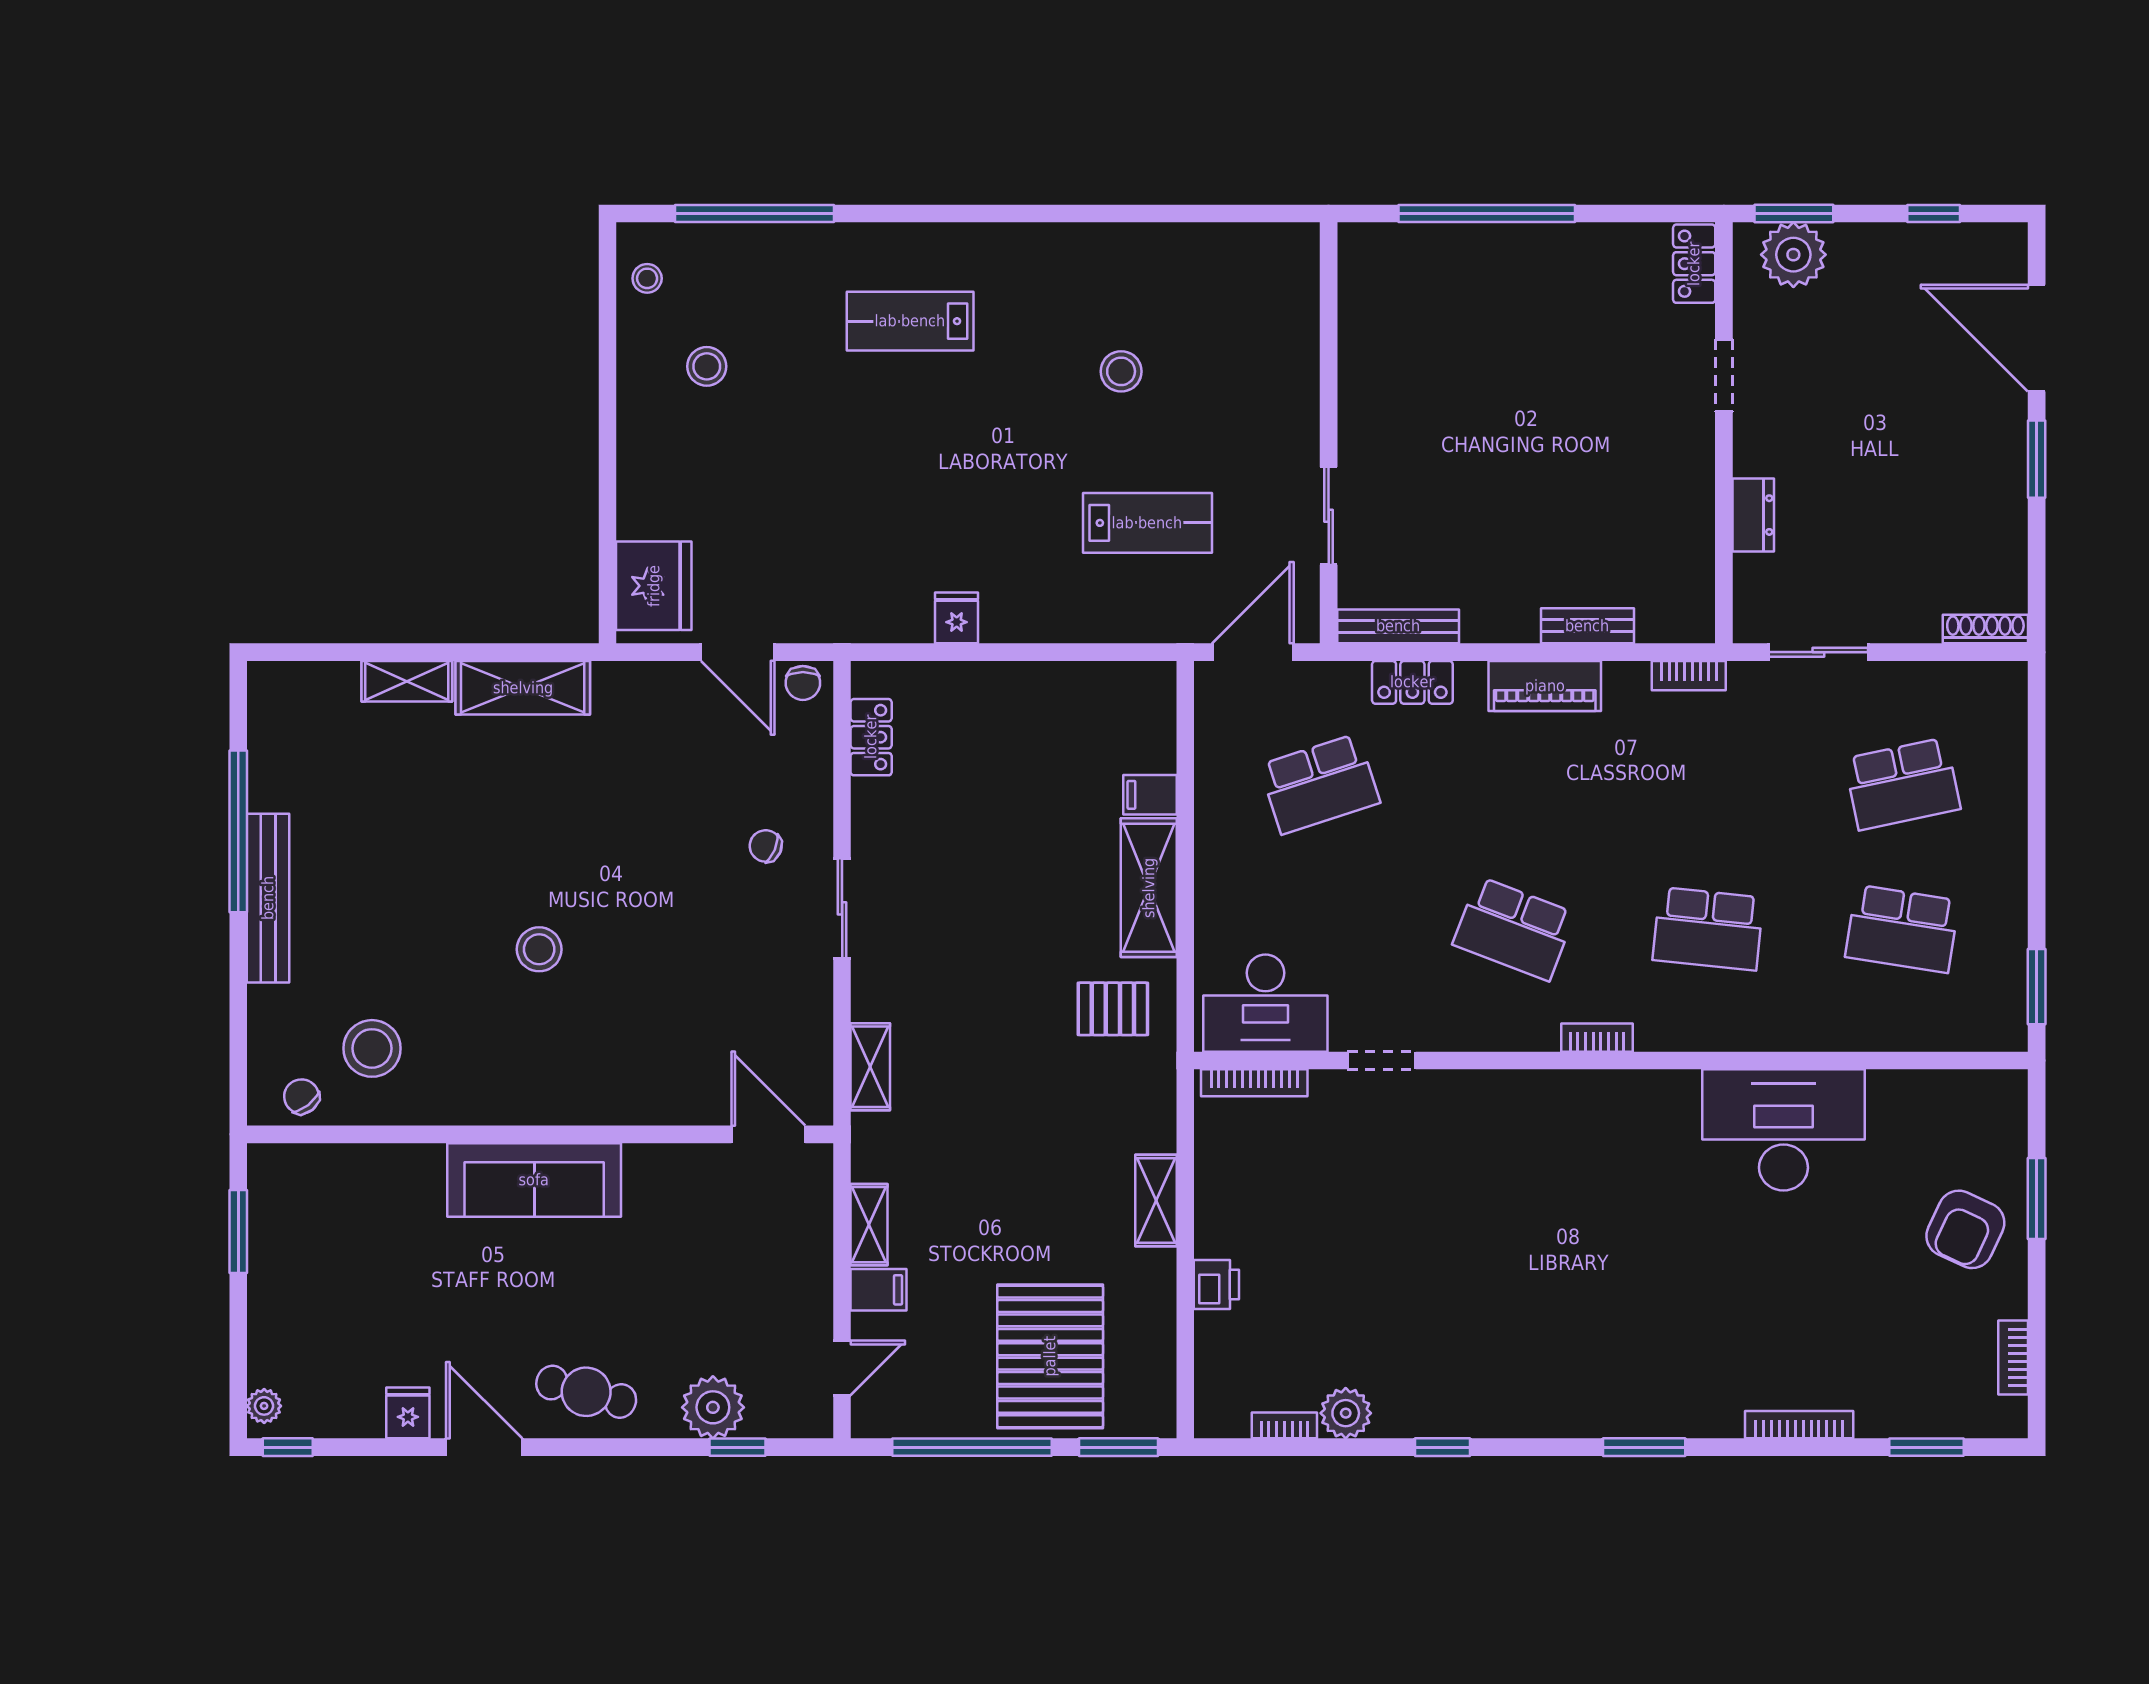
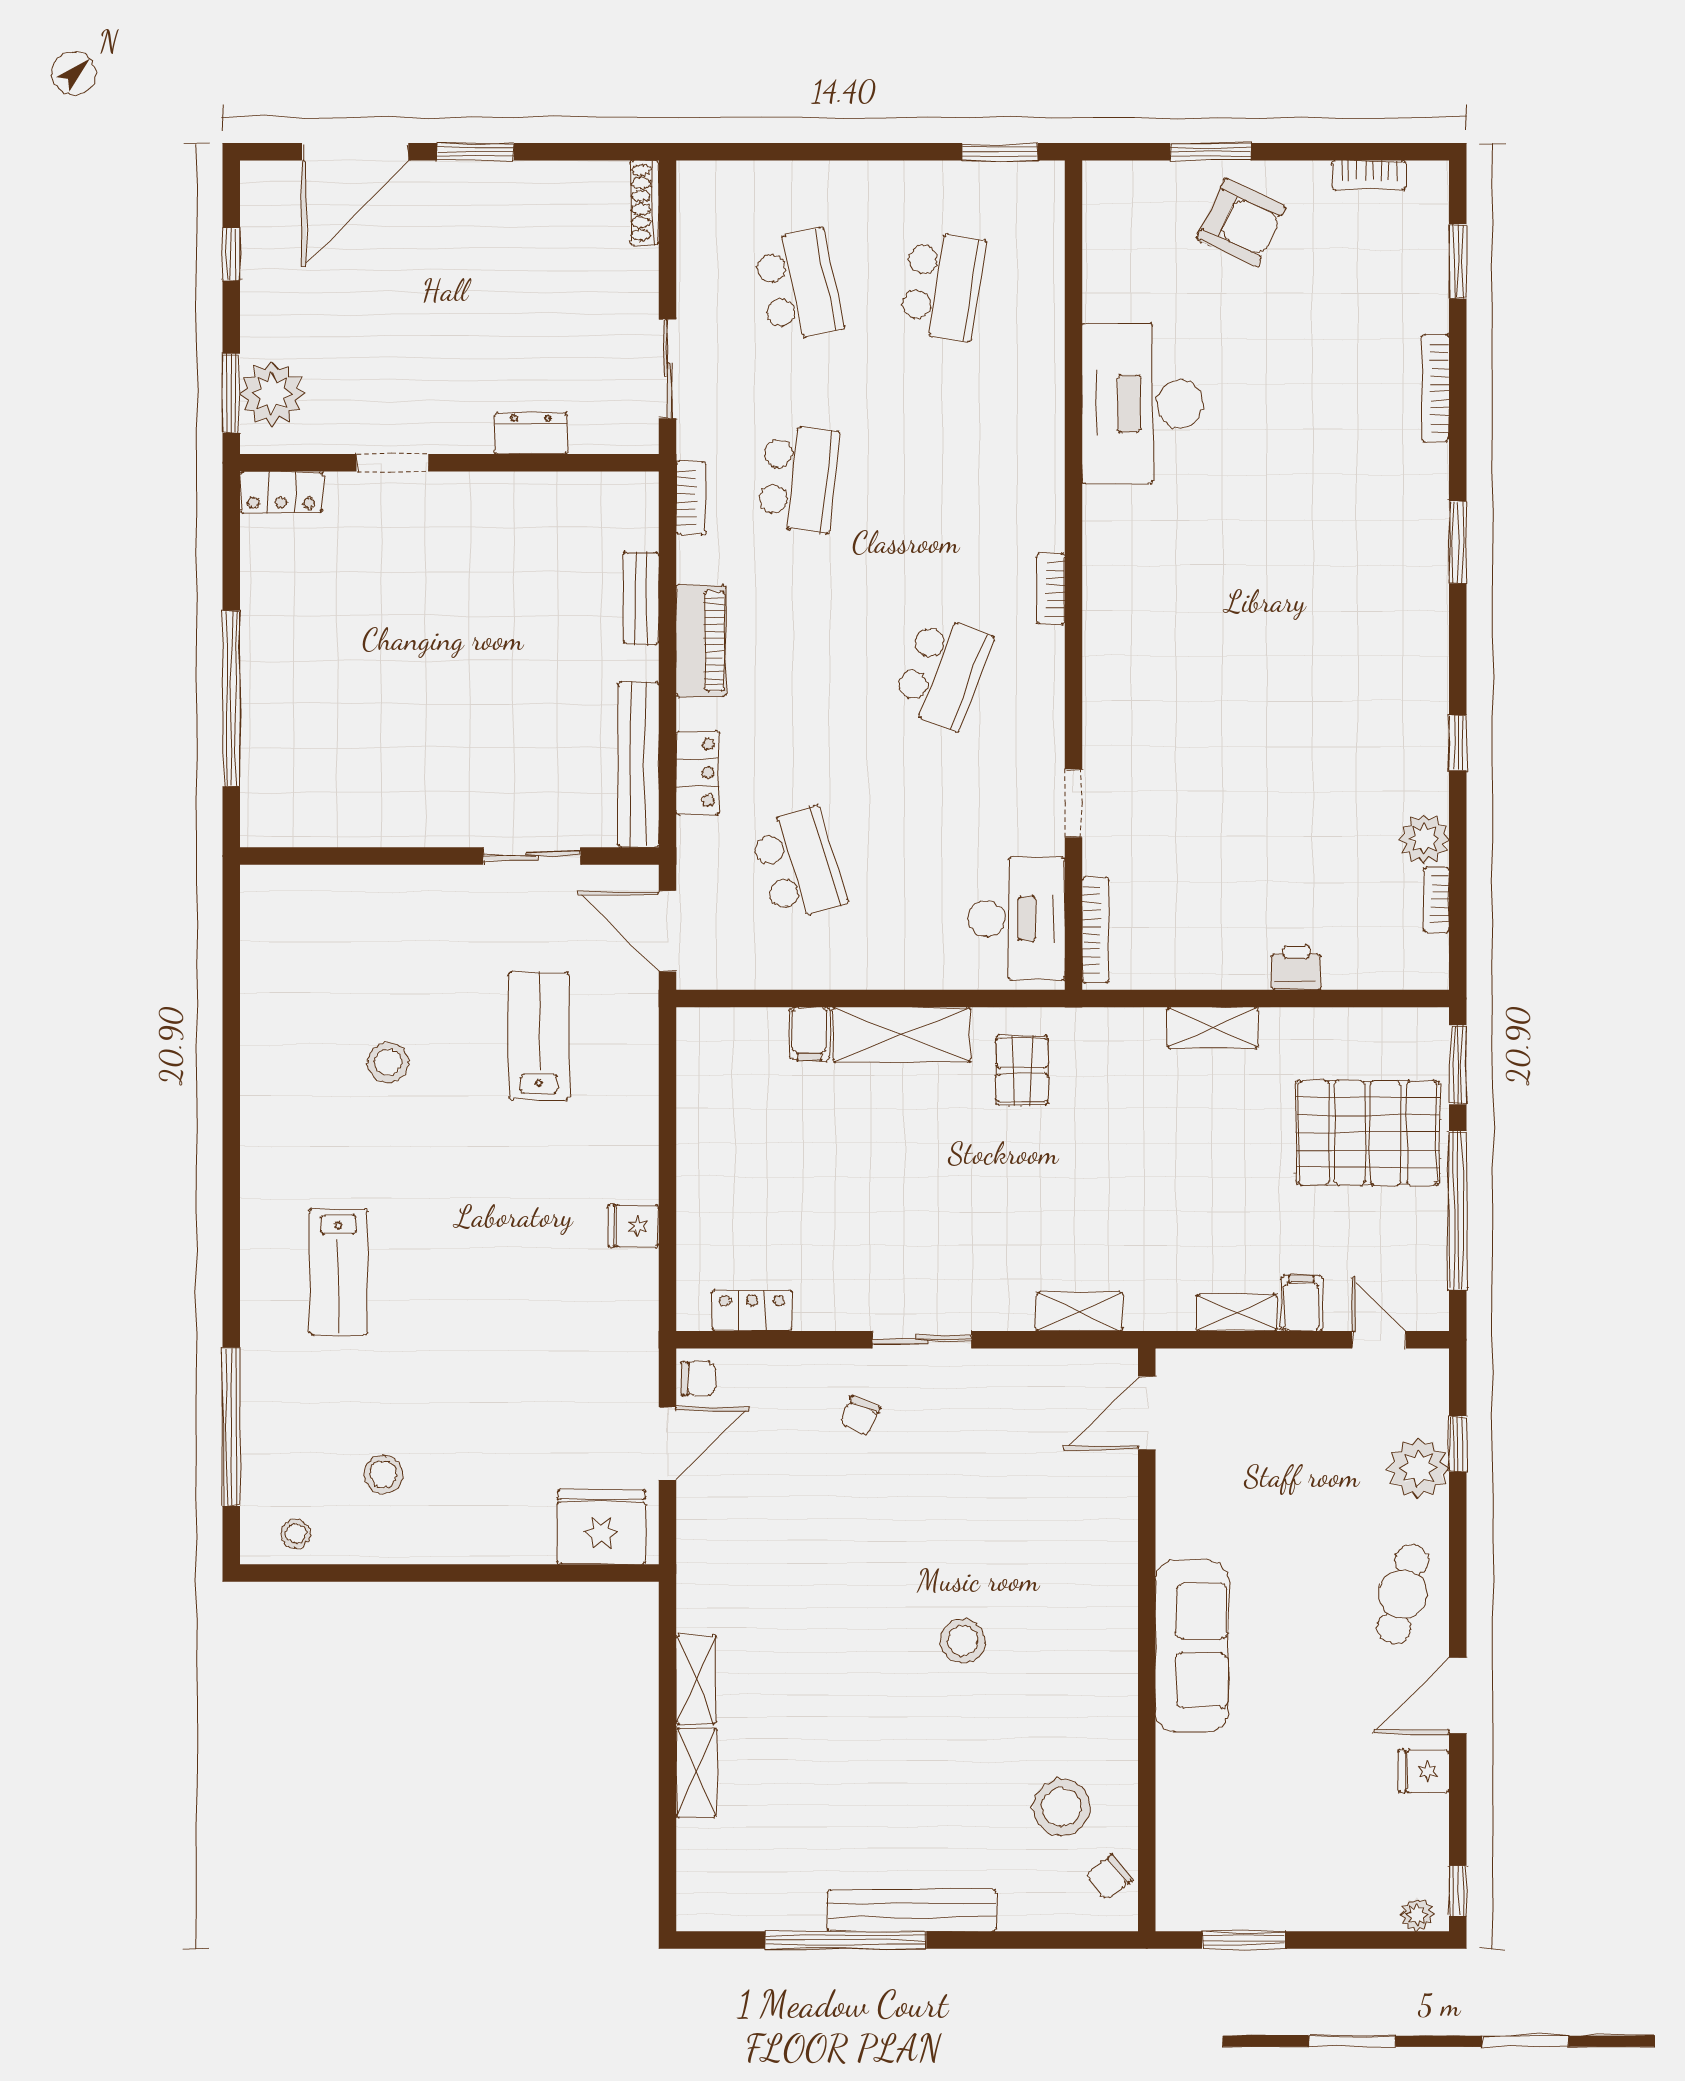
bench: (1398, 626) -> (638, 765), width x1.37, depth x1.21
shelving: (523, 688) -> (696, 1679), width x0.67, depth x0.75
school desk: (1708, 929) -> (798, 479), moved

